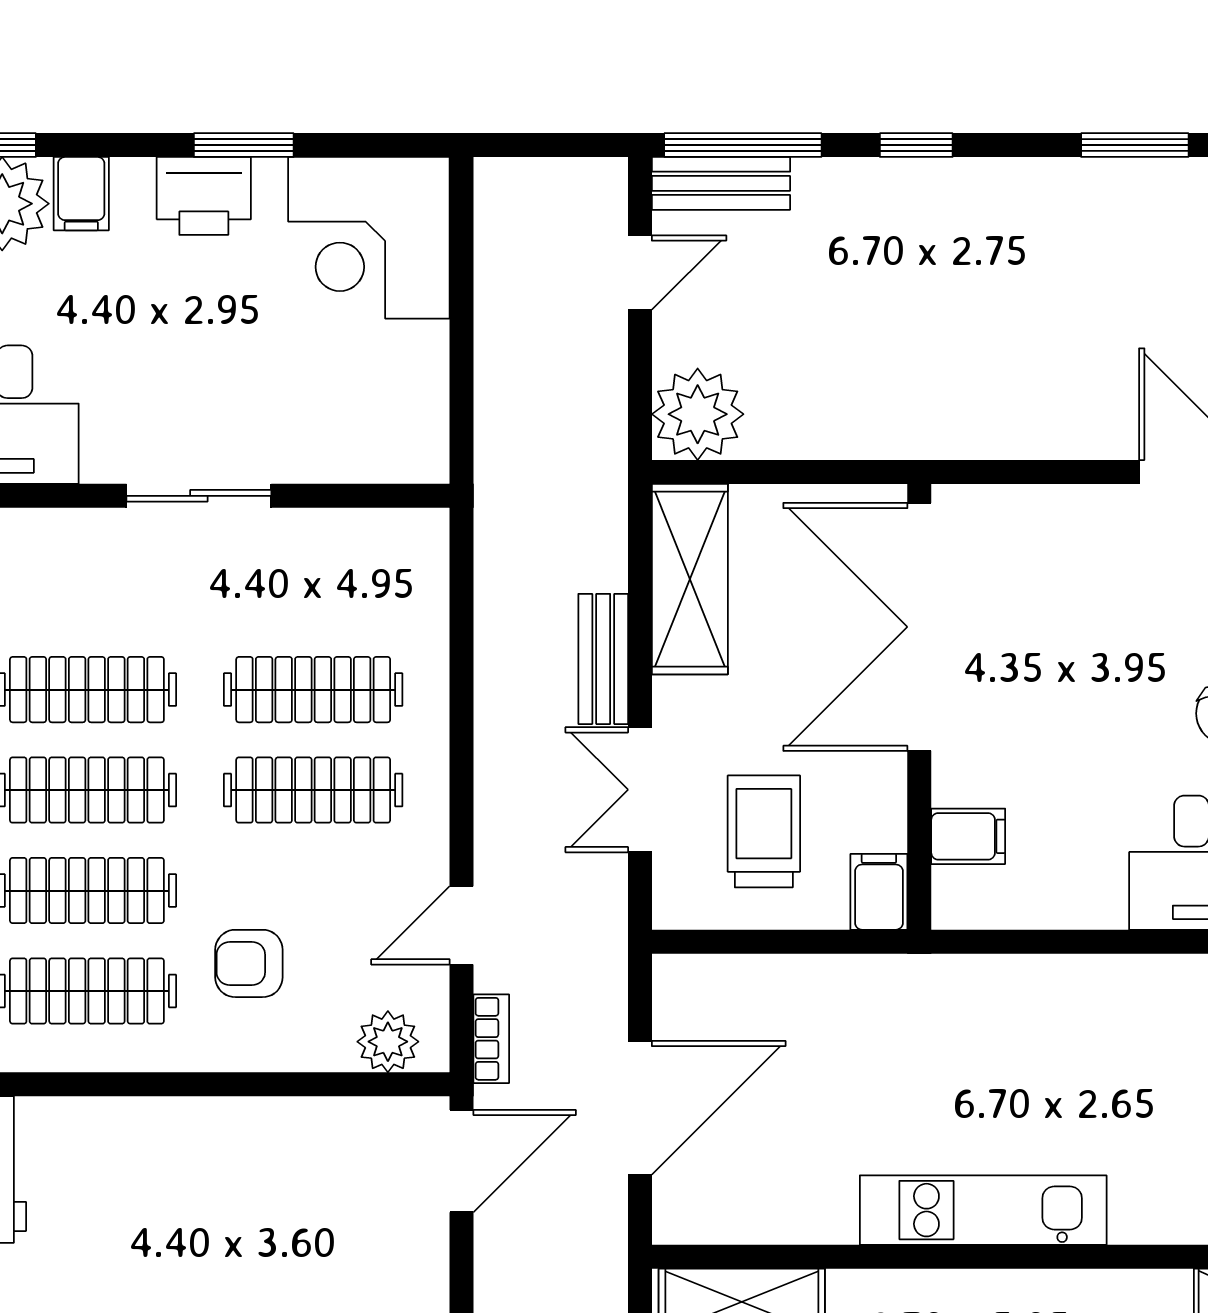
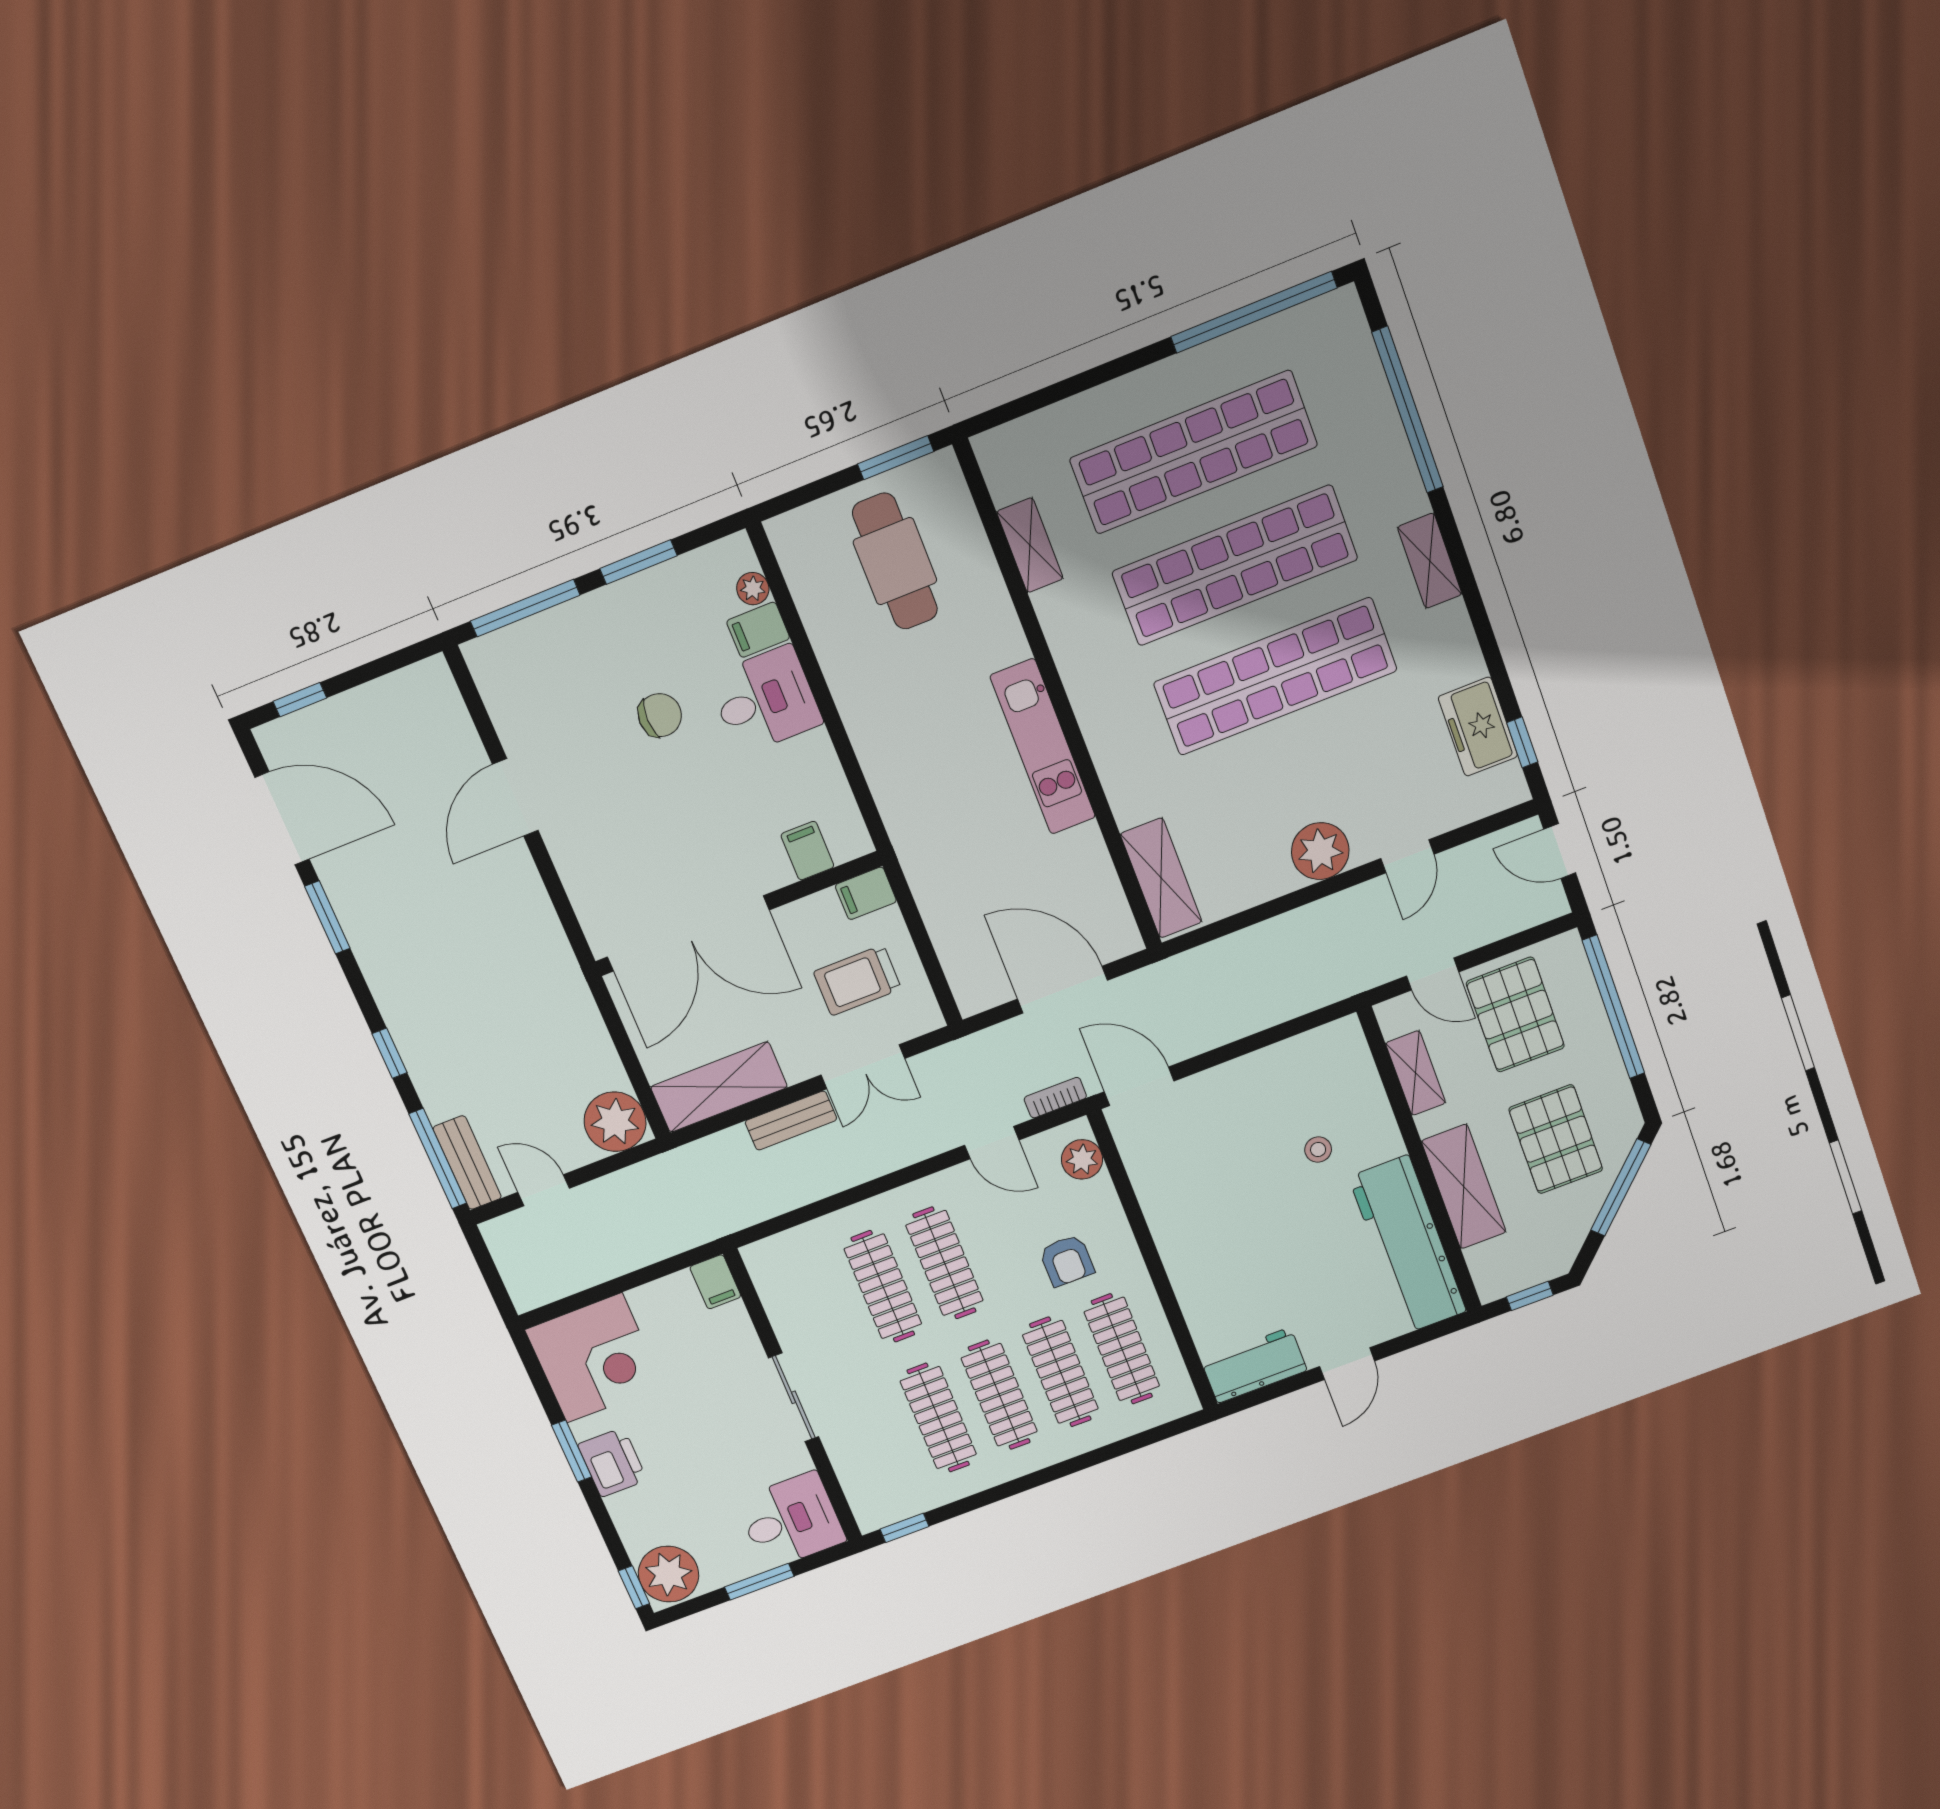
filing cabinet: (81, 194) -> (715, 1282), moved, turned 90

